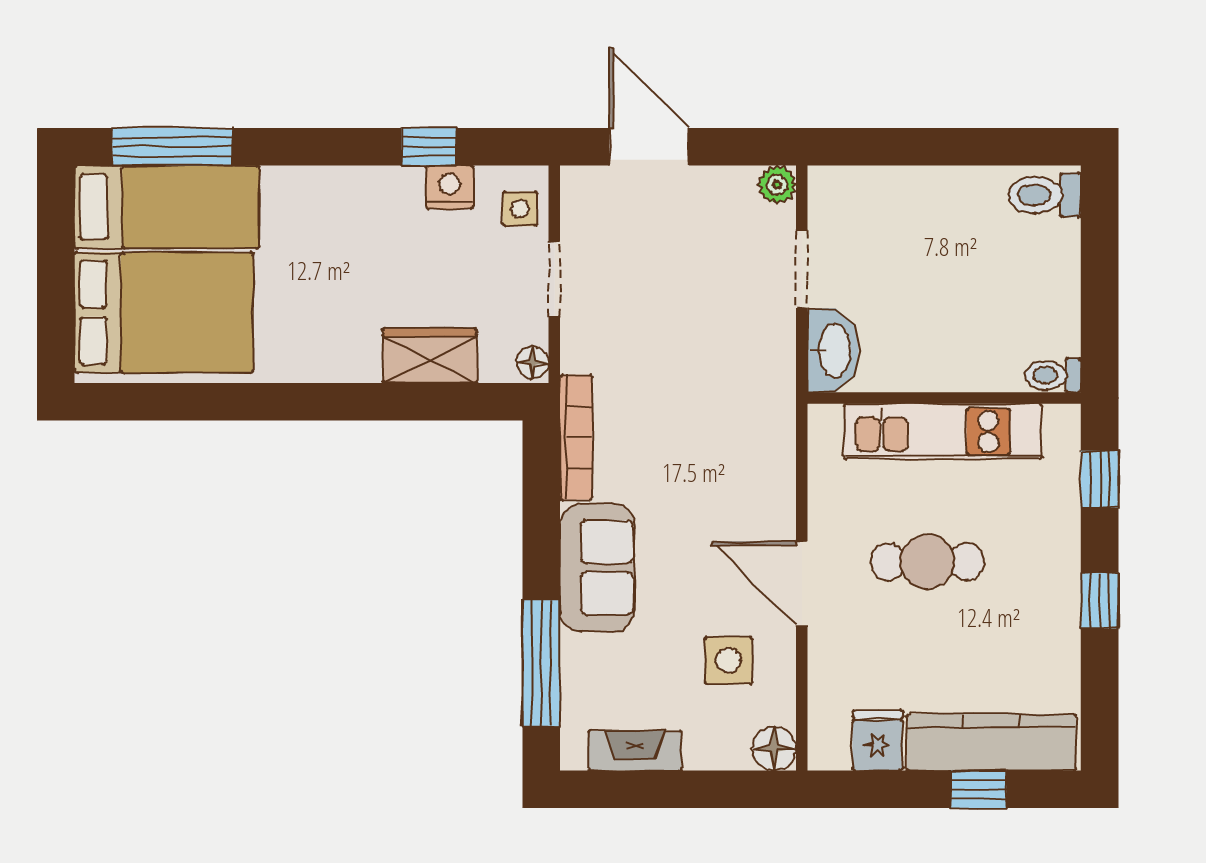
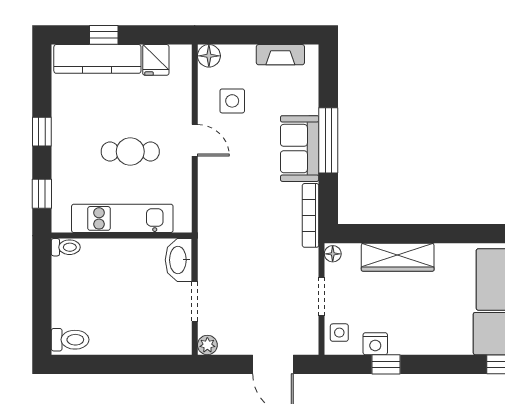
wardrobe: (430, 356) -> (398, 257), width x1.50
door: (802, 584) -> (195, 140), width x0.73
window: (541, 663) -> (328, 140), moved

